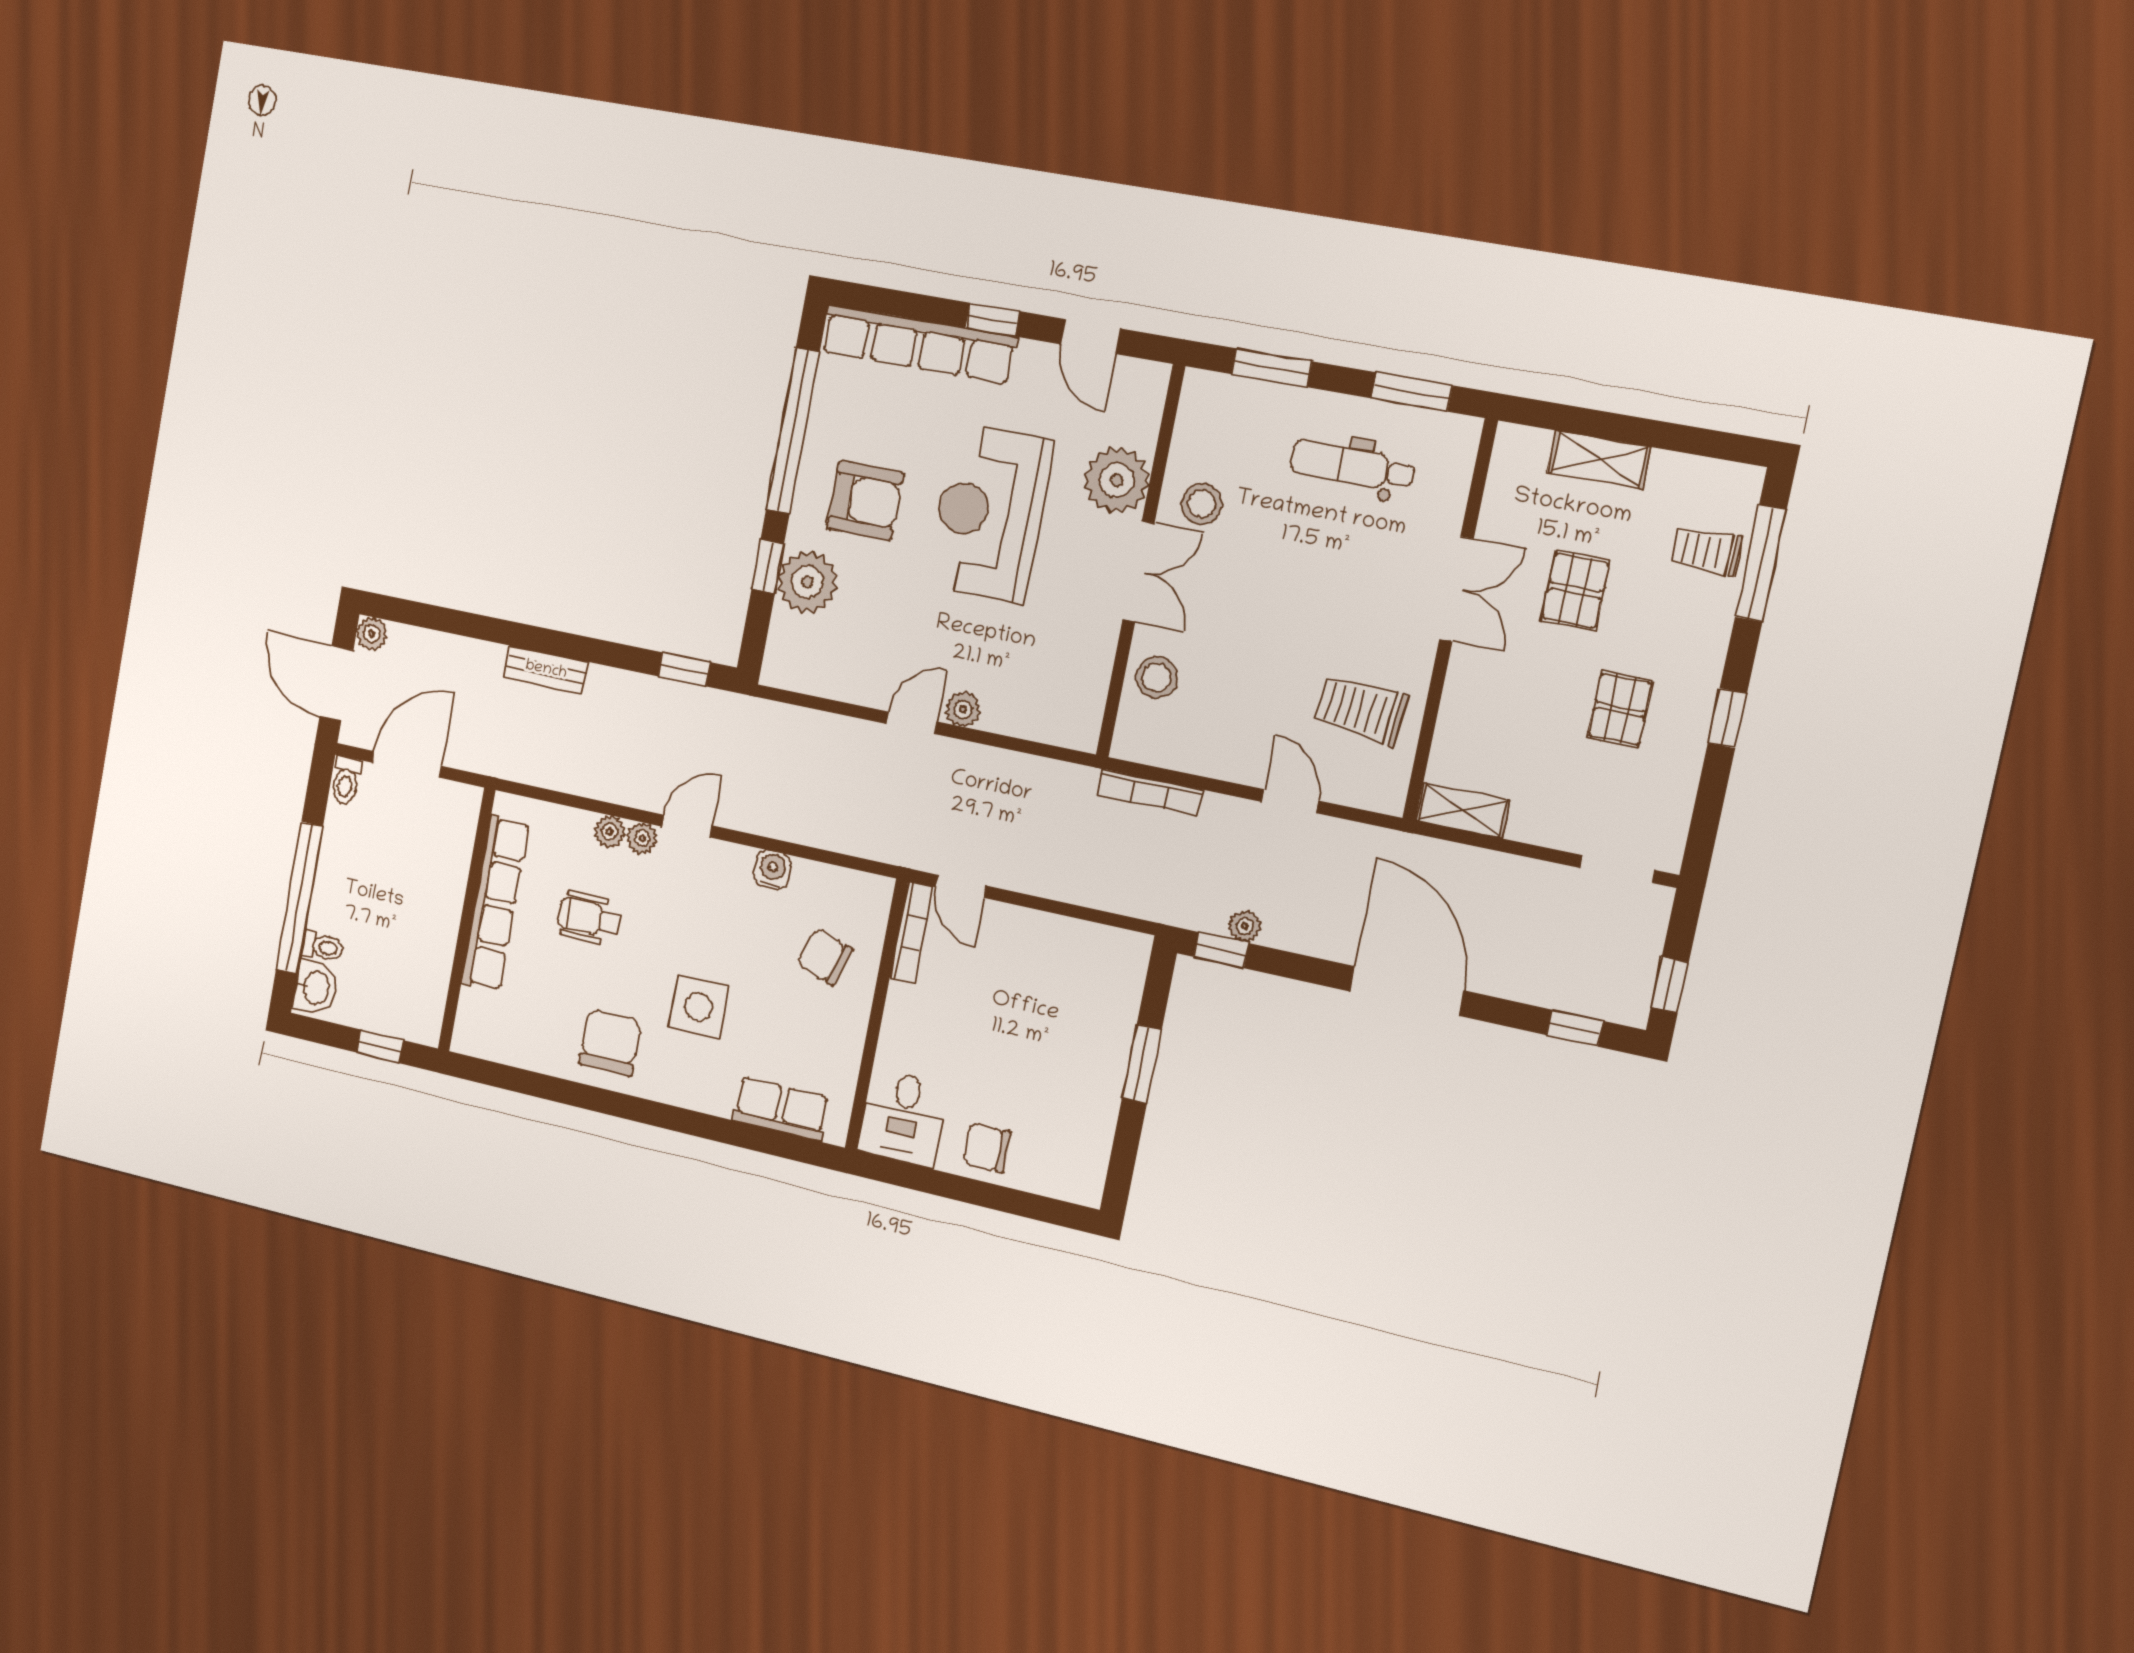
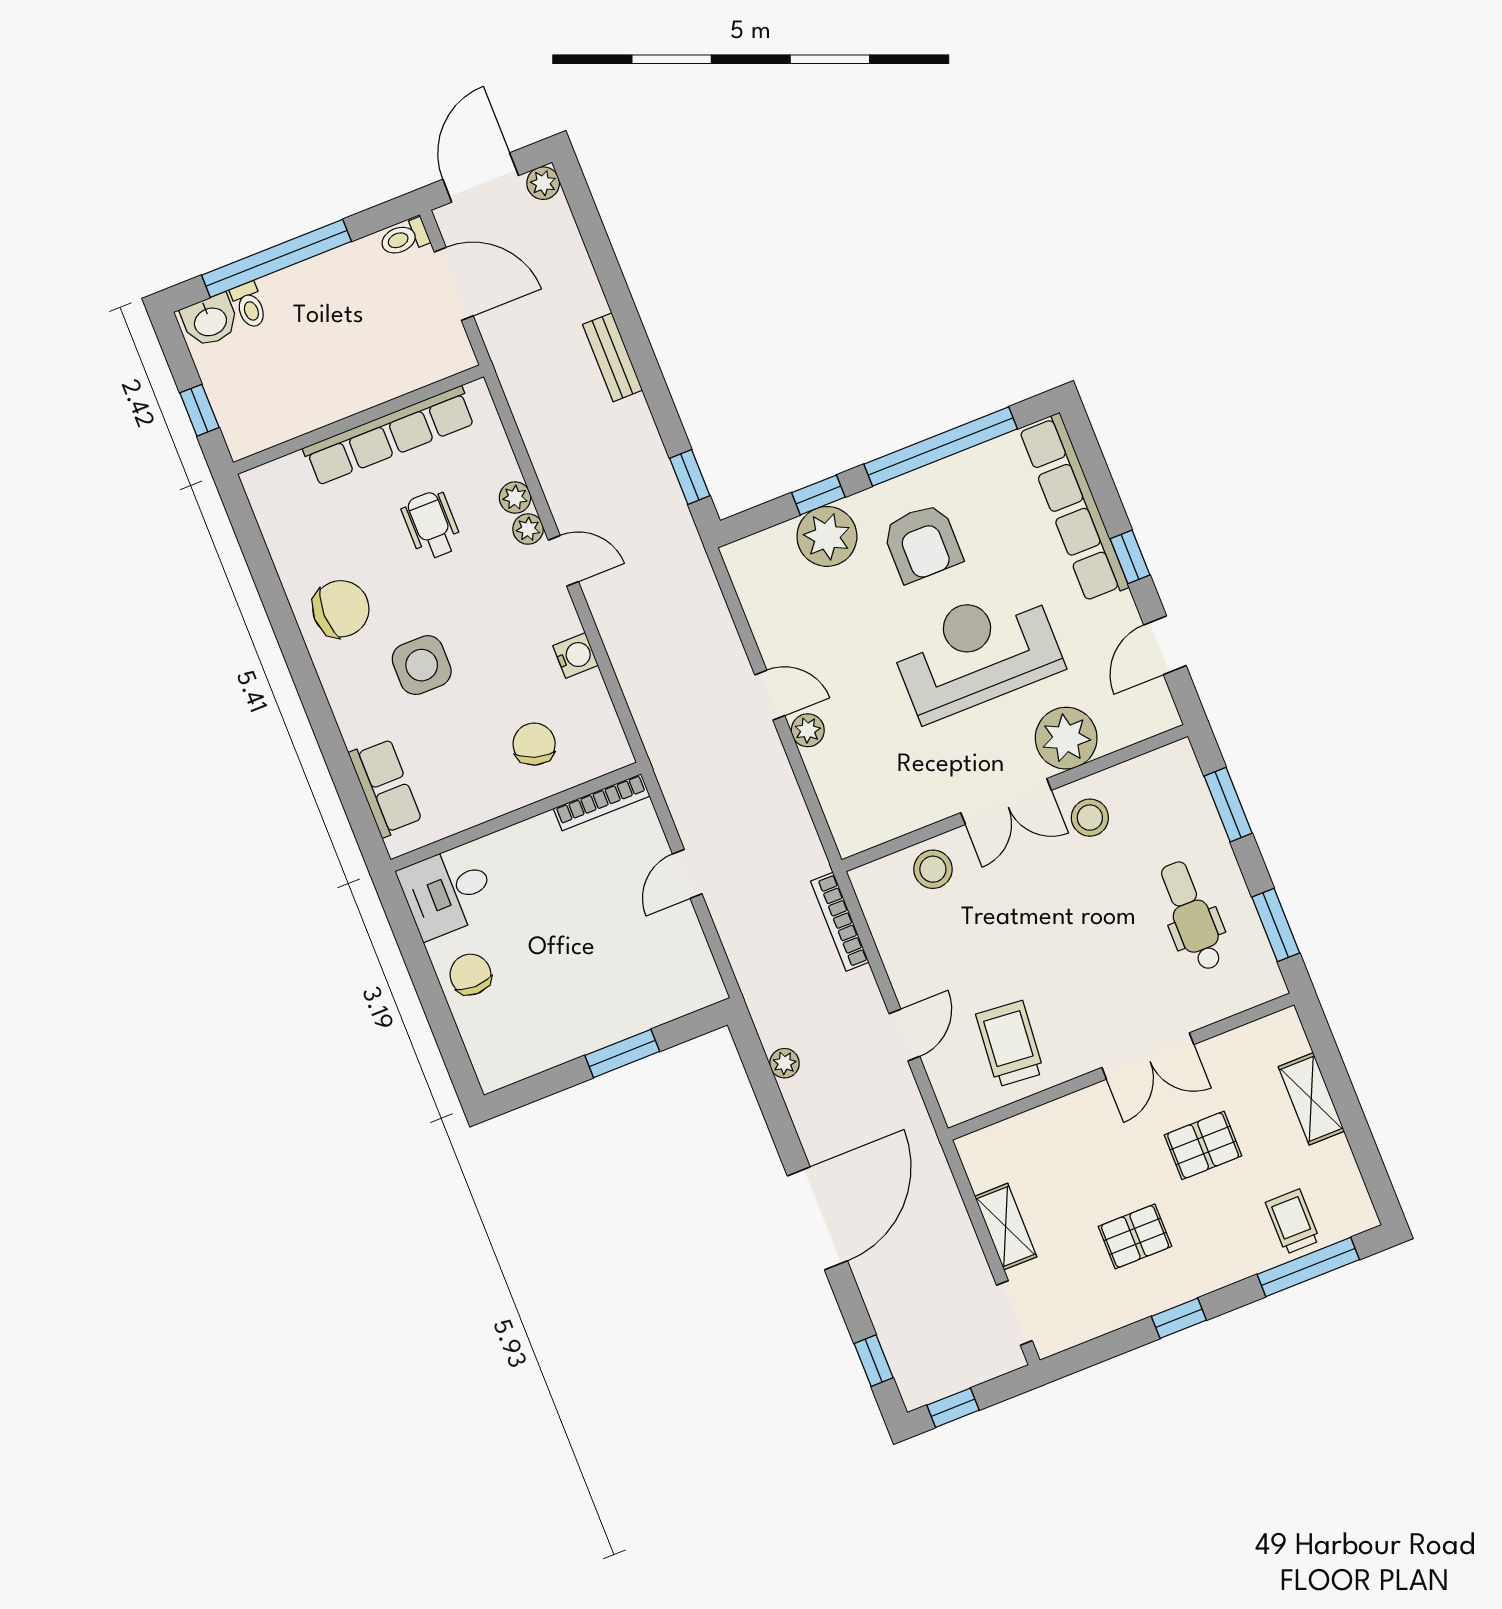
shelving: (1463, 810) -> (1006, 1227), moved
door: (961, 886) -> (687, 874), moved
window: (1221, 950) -> (753, 1057), removed

